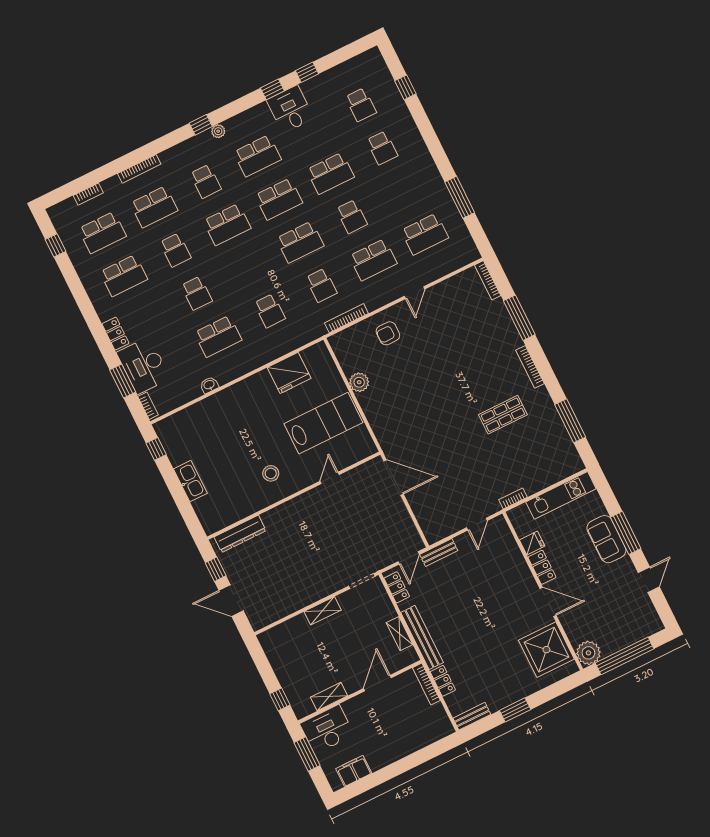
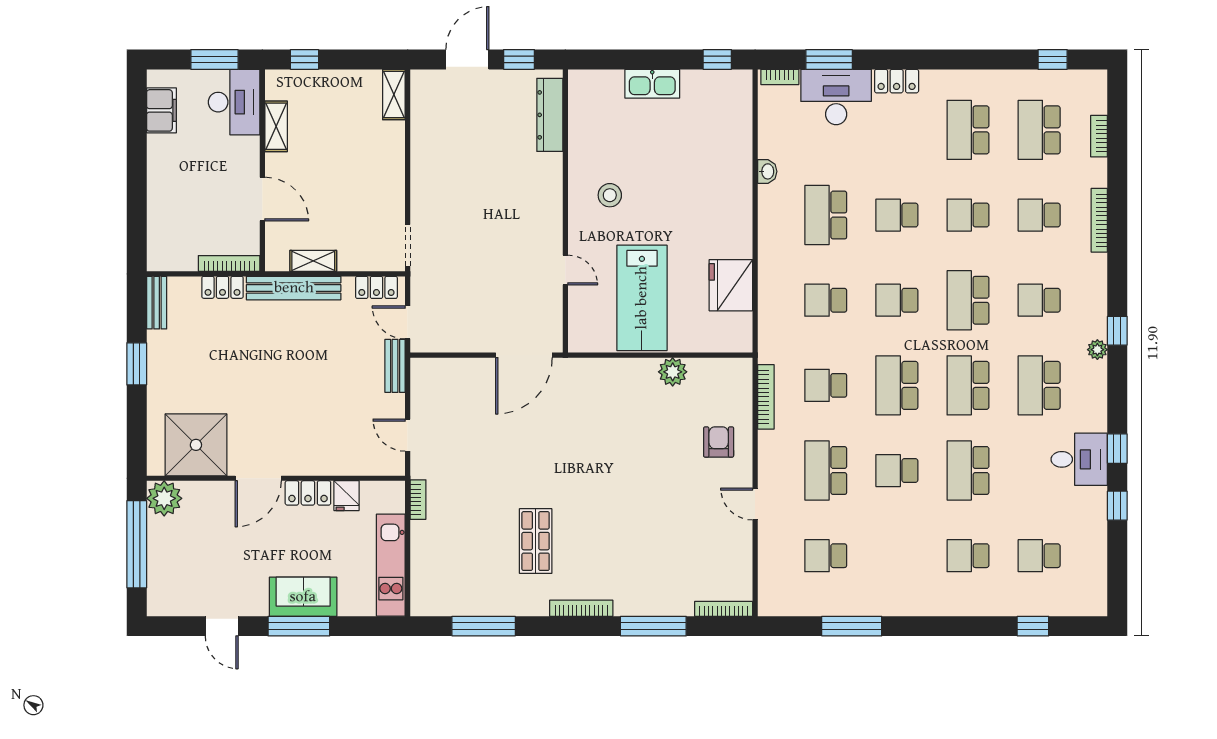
school desk: (154, 207) -> (1039, 215), width x0.54
school desk: (425, 234) -> (826, 556), width x0.54
school desk: (248, 268) -> (897, 300), added
shelving: (323, 611) -> (394, 94), moved

